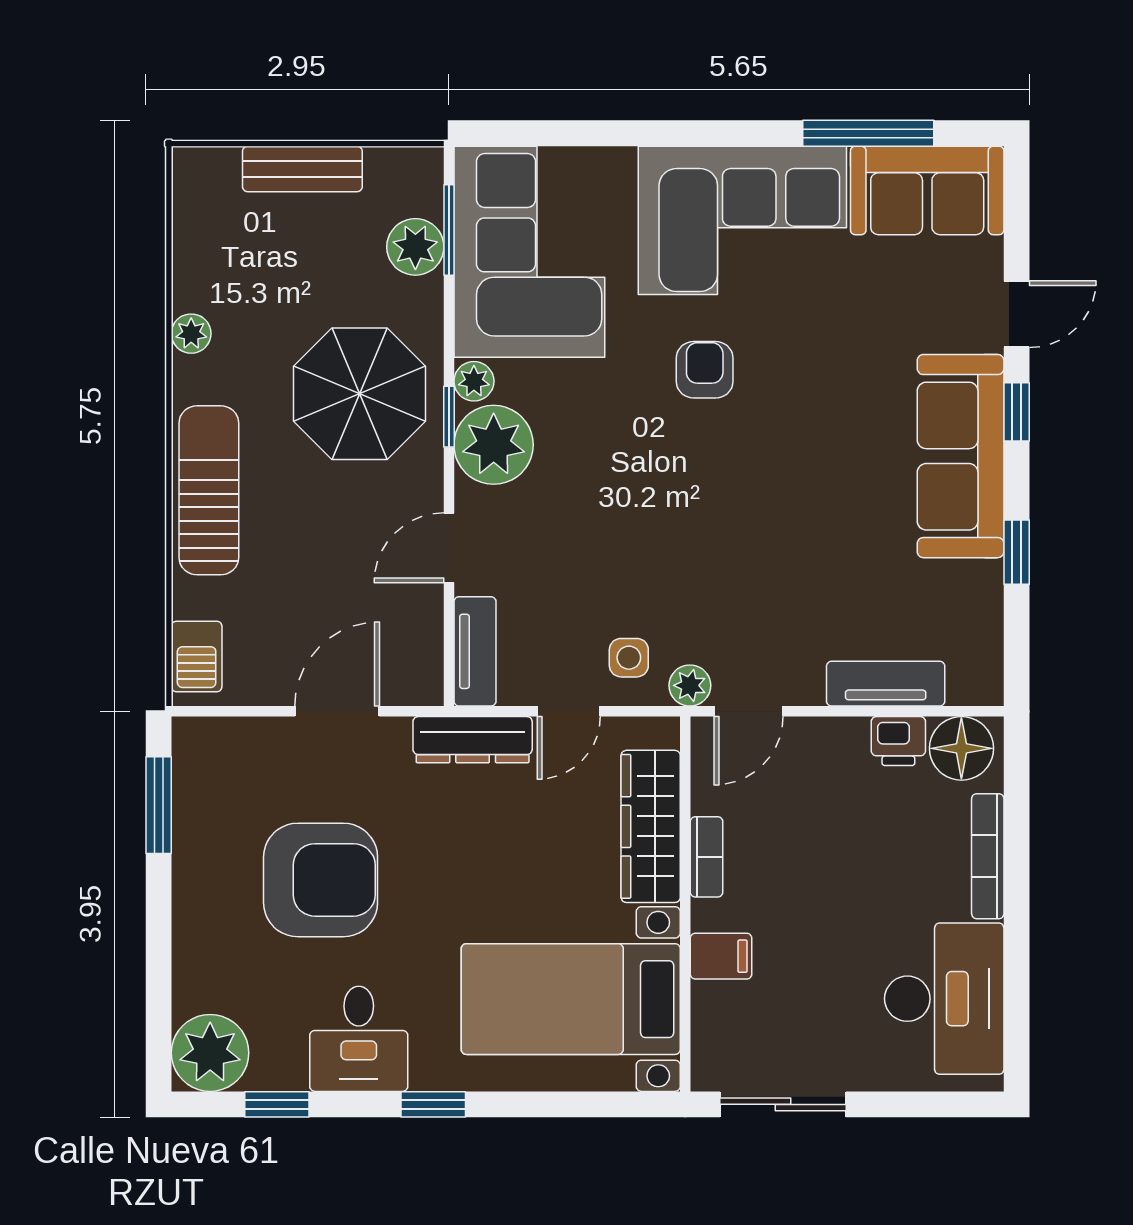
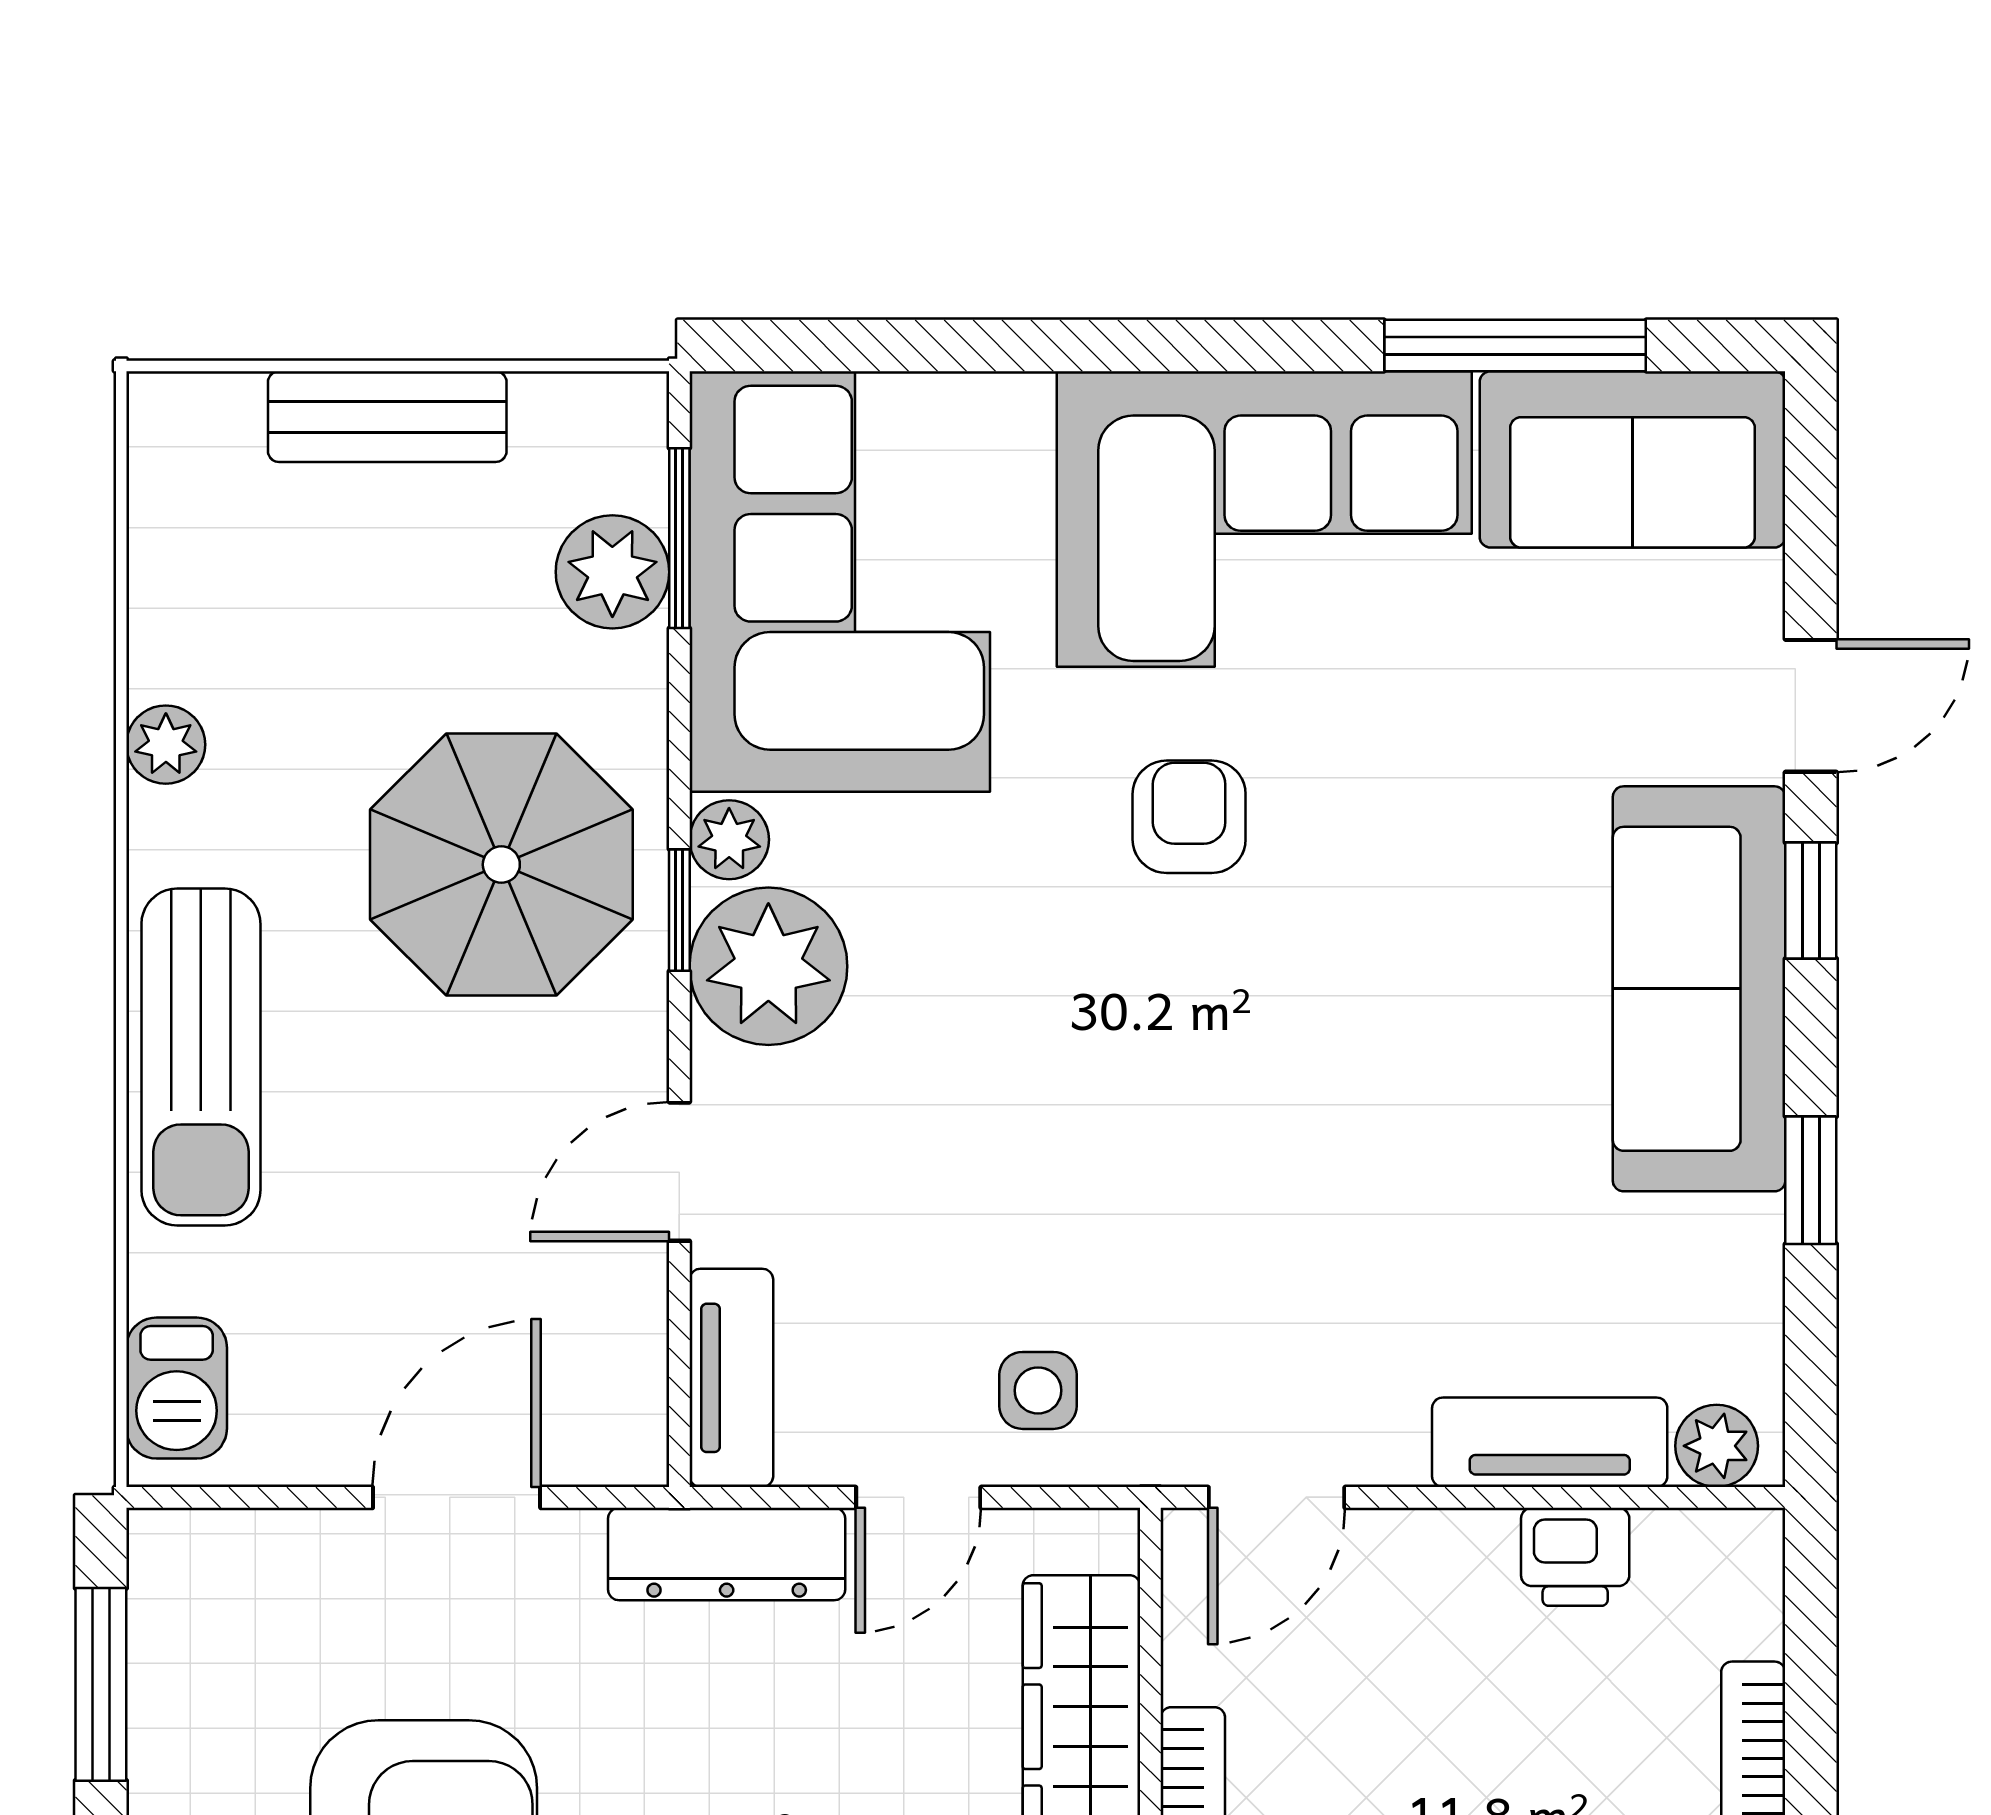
sun lounger: (209, 490) -> (201, 1057), turned 180
plant: (690, 685) -> (1717, 1446), moved
floor lamp: (961, 748) -> (1701, 1571), removed

